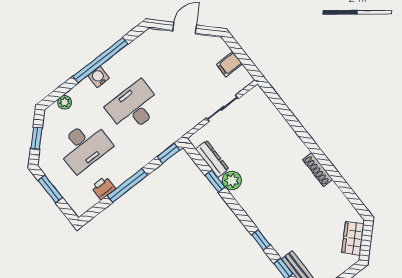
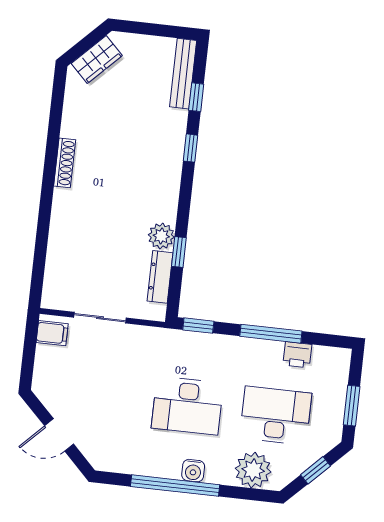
filing cabinet: (229, 64) -> (52, 333), moved
plant: (65, 102) -> (253, 470), width x1.88, depth x1.88

